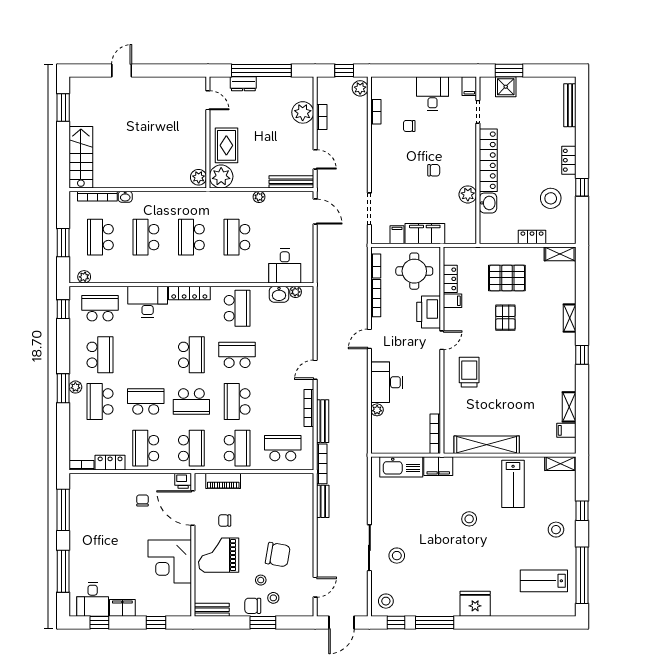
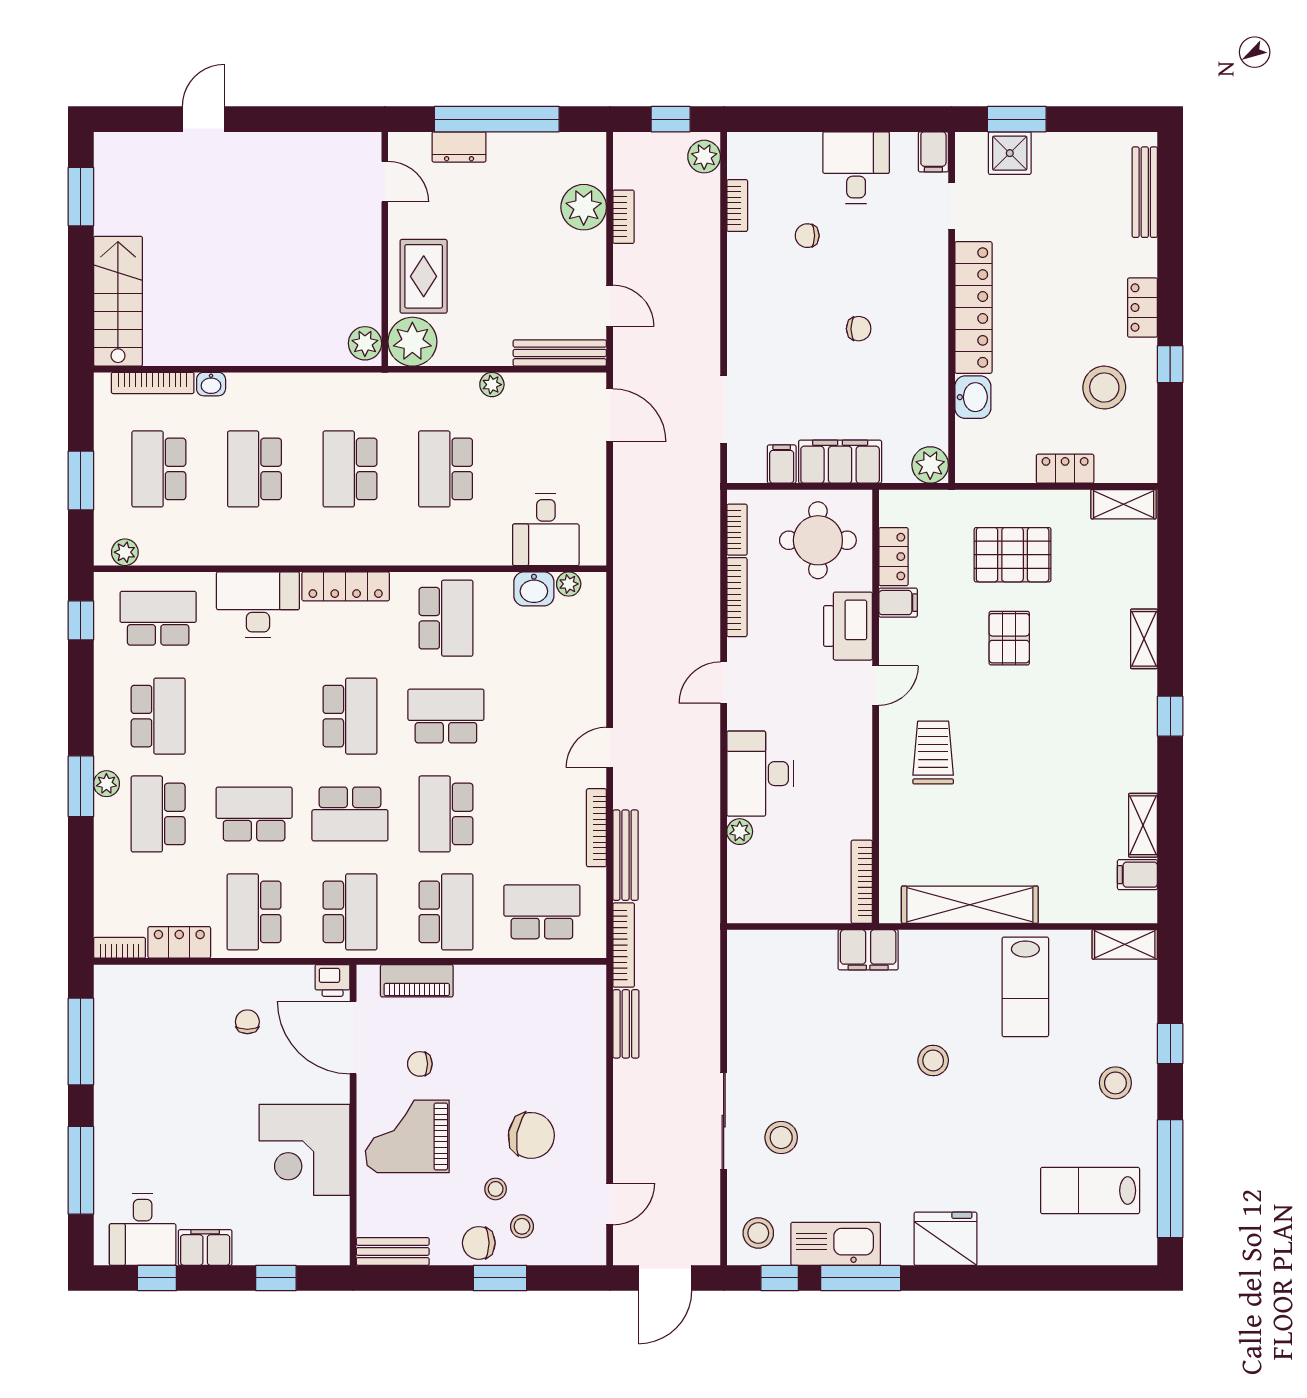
plant: (468, 194) -> (930, 465), moved
kitchen sink: (401, 467) -> (836, 1244), moved, turned 180

